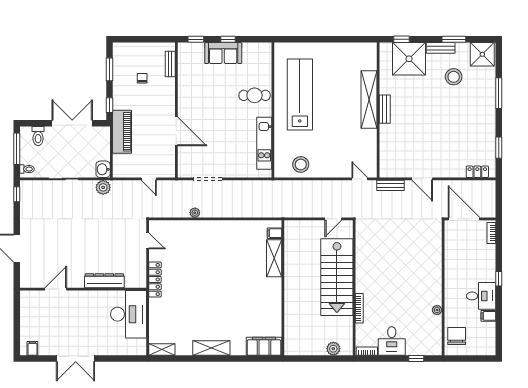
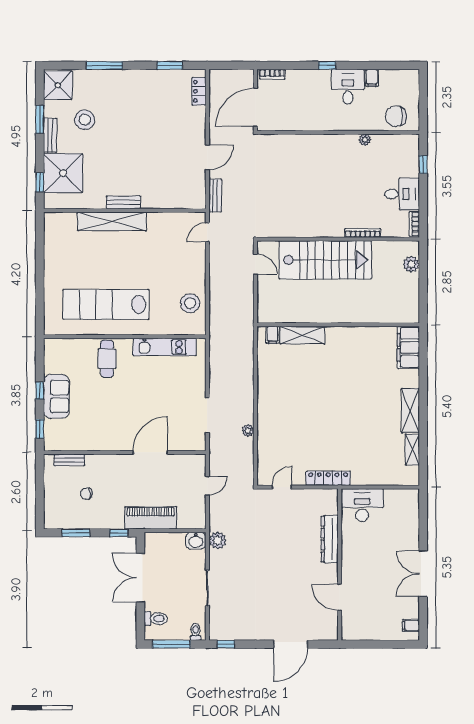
desk: (129, 314) -> (362, 505), width x0.73, depth x0.77
shelving: (162, 350) -> (412, 450), moved
double door: (76, 359) -> (423, 574), swing flipped

